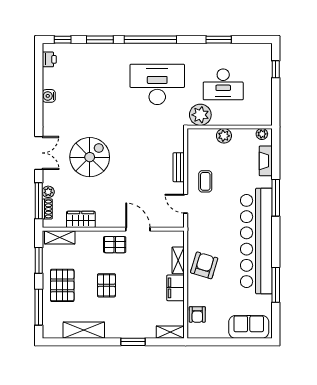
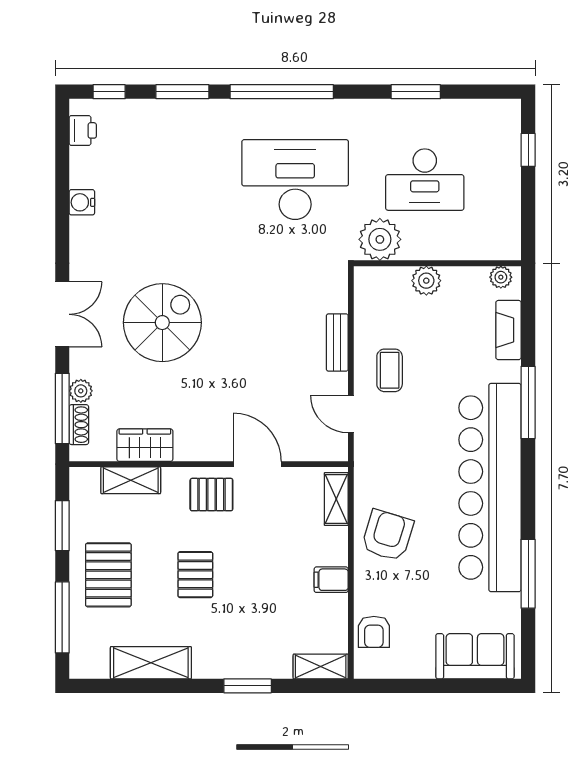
shelving: (60, 237) -> (131, 480), moved
shelving: (178, 260) -> (336, 499), moved
filing cabinet: (176, 288) -> (331, 580), width x0.50

